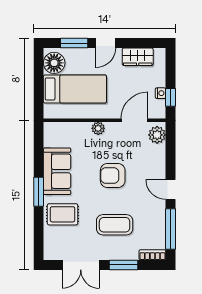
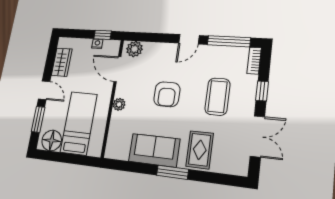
window: (124, 265) -> (262, 91), width x0.67

